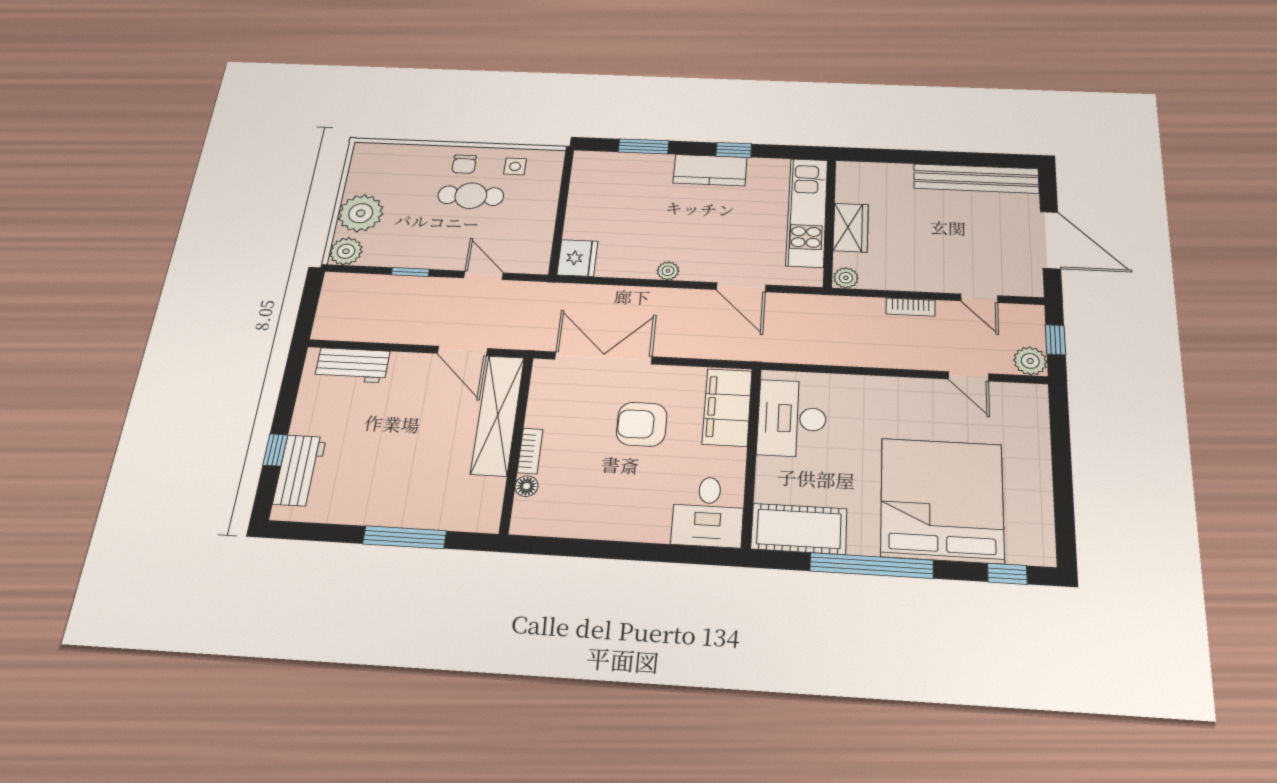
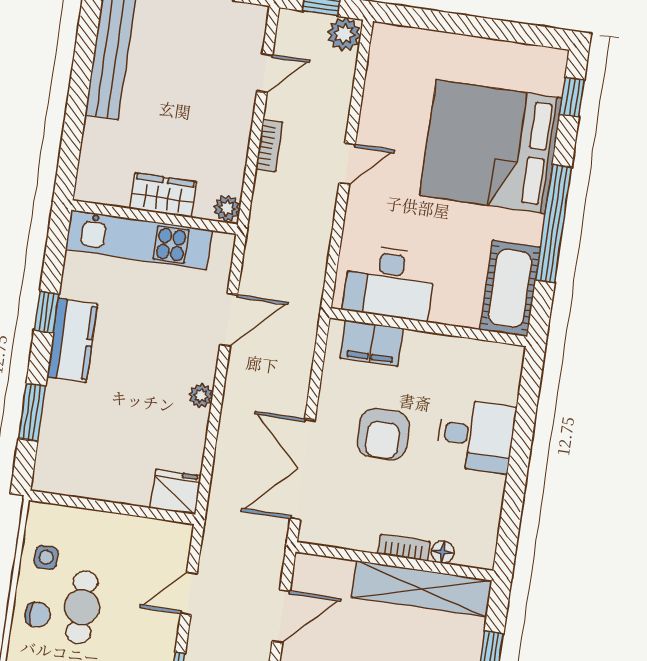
door: (968, 376) -> (347, 164), moved
filing cabinet: (727, 407) -> (372, 343), width x0.67, depth x0.86
shelving: (498, 415) -> (422, 589), moved
desk: (708, 512) -> (476, 436), moved

